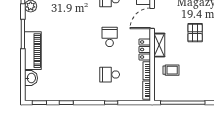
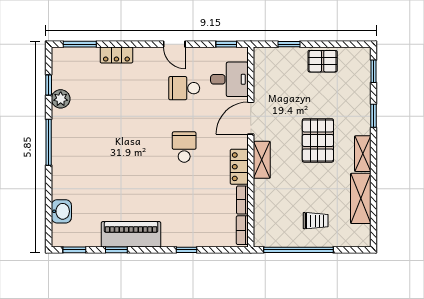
pallet: (195, 33) -> (318, 140), width x1.50, depth x1.42
piano: (33, 51) -> (131, 234), moved, turned -90
trolley: (171, 70) -> (316, 221), moved
school desk: (110, 75) -> (184, 206), removed

